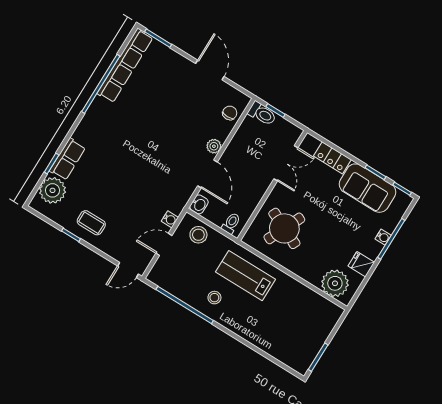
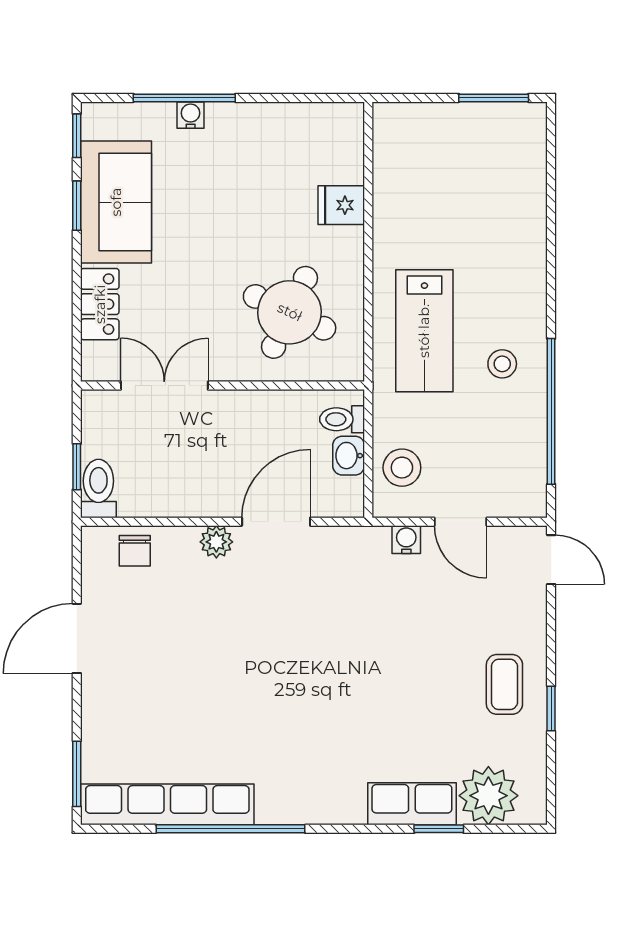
chair: (230, 113) -> (135, 551), turned -90
washbasin: (199, 204) -> (349, 456), moved, turned -90
fridge: (361, 264) -> (341, 205), moved, turned 90
plant: (335, 283) -> (334, 152), removed

